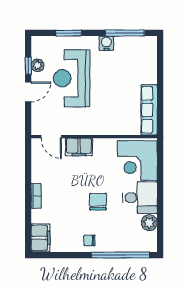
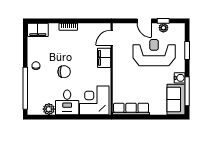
sofa: (136, 48) -> (176, 99), added

